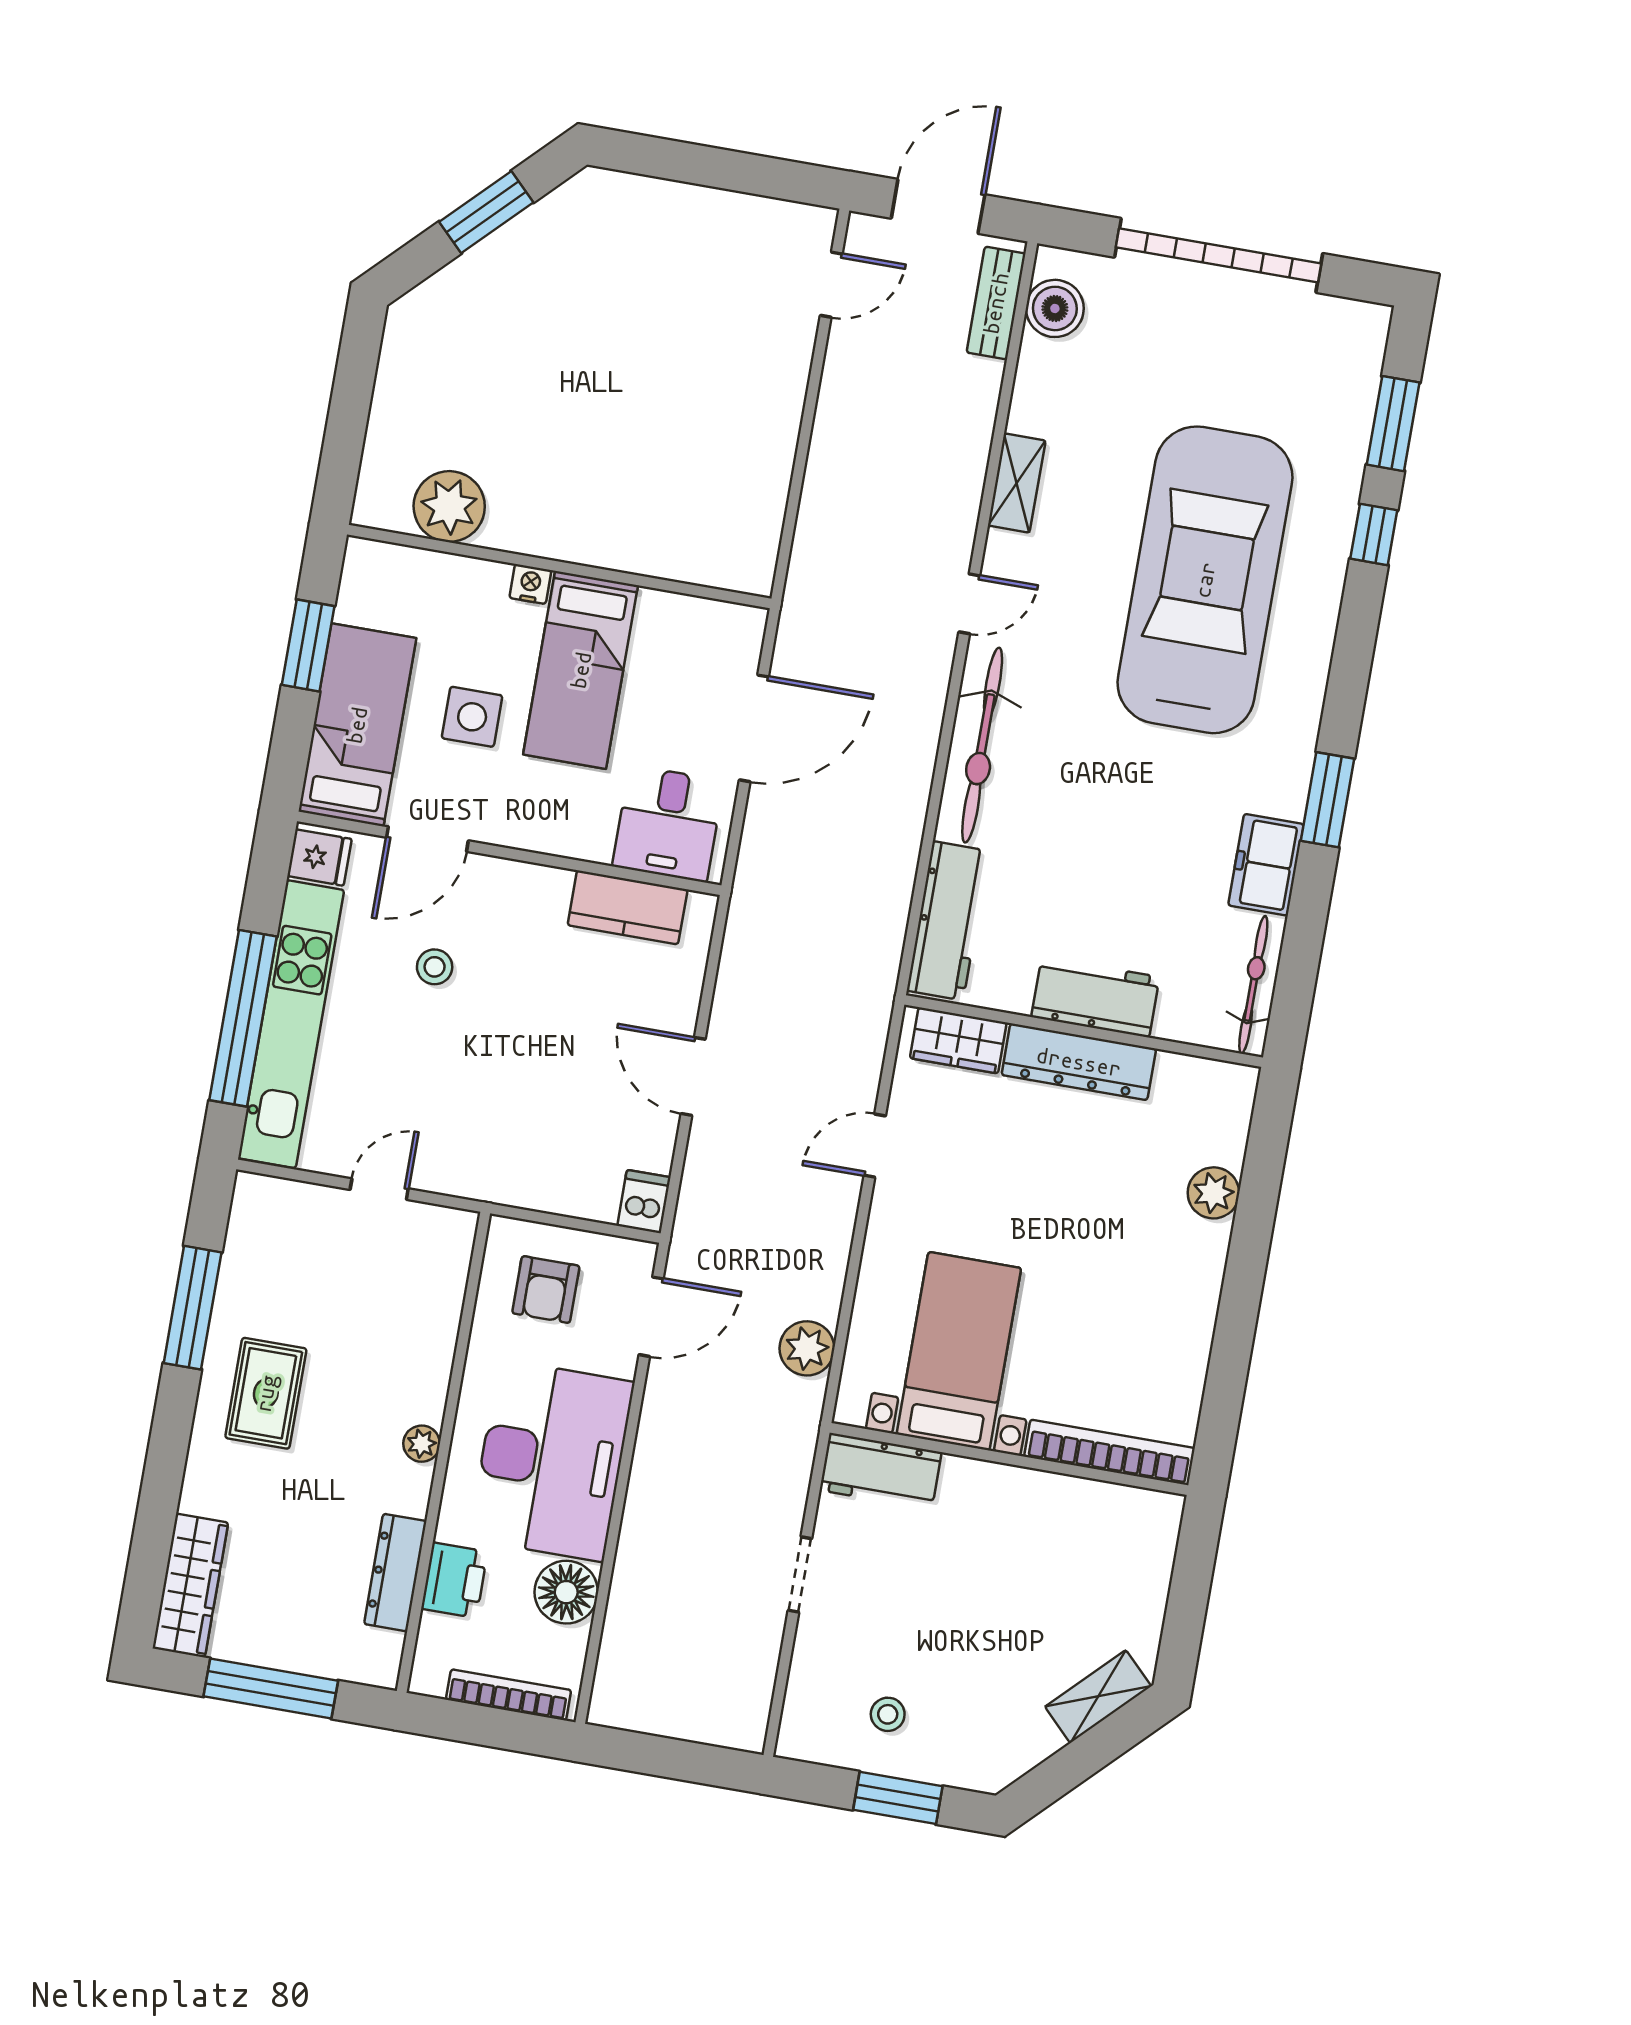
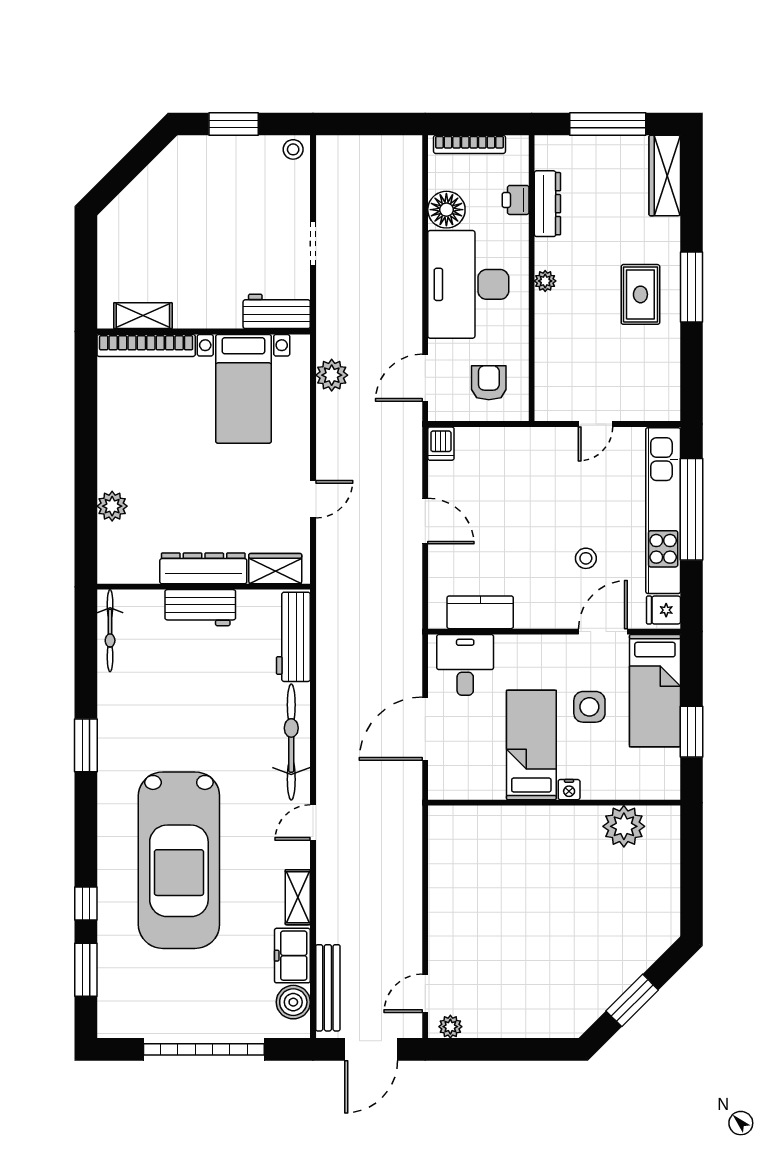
plant: (799, 221) -> (450, 1027), added
bench: (996, 303) -> (328, 988), width x1.36
freezer: (1266, 865) -> (292, 956), moved, turned 180
window: (193, 1308) -> (692, 287), moved
printer: (454, 1580) -> (516, 200), width x0.73, depth x0.81
shelving: (1098, 1696) -> (143, 316), moved, turned 45
stool: (888, 1714) -> (293, 149), moved

